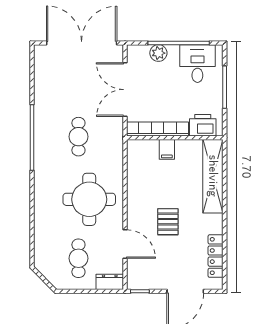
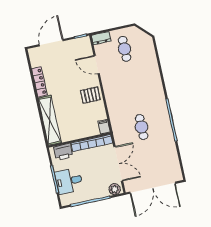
plant: (158, 53) -> (115, 189), moved
desk: (197, 64) -> (69, 181), moved, turned 90
filing cabinet: (167, 149) -> (104, 127), moved
round table: (89, 199) -> (126, 88), removed
pallet: (168, 222) -> (90, 95), moved, turned 90
locker: (216, 256) -> (39, 82), moved

